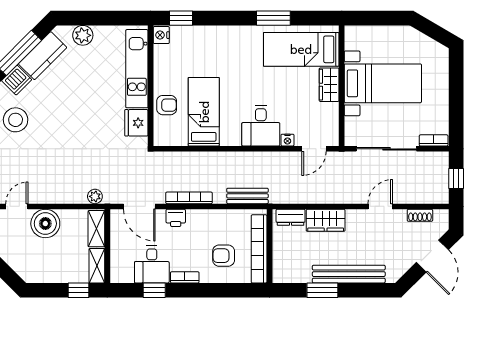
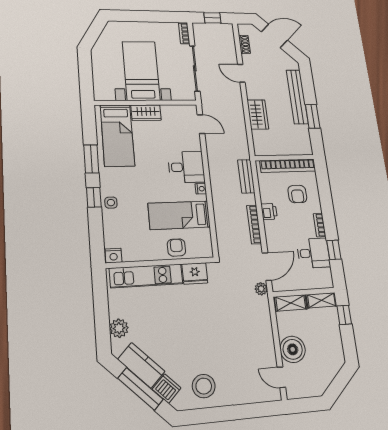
window: (181, 18) -> (94, 197), moved
side table: (221, 36) -> (111, 203), added
nightstand: (287, 140) -> (201, 189), moved
plant: (95, 196) -> (261, 289), moved
dresser: (291, 217) -> (259, 142), removed
printer: (176, 218) -> (269, 211), moved

